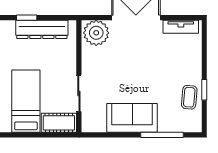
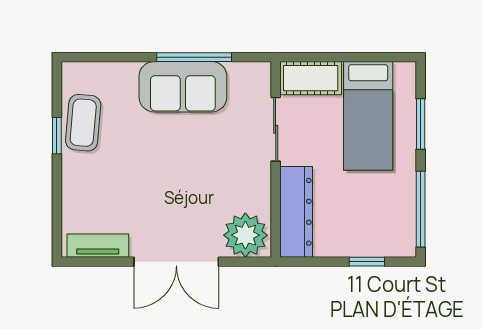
dresser: (42, 29) -> (296, 212), moved, turned 90
coffee table: (189, 97) -> (83, 123), width x1.36, depth x1.30
window: (162, 135) -> (194, 57), moved

